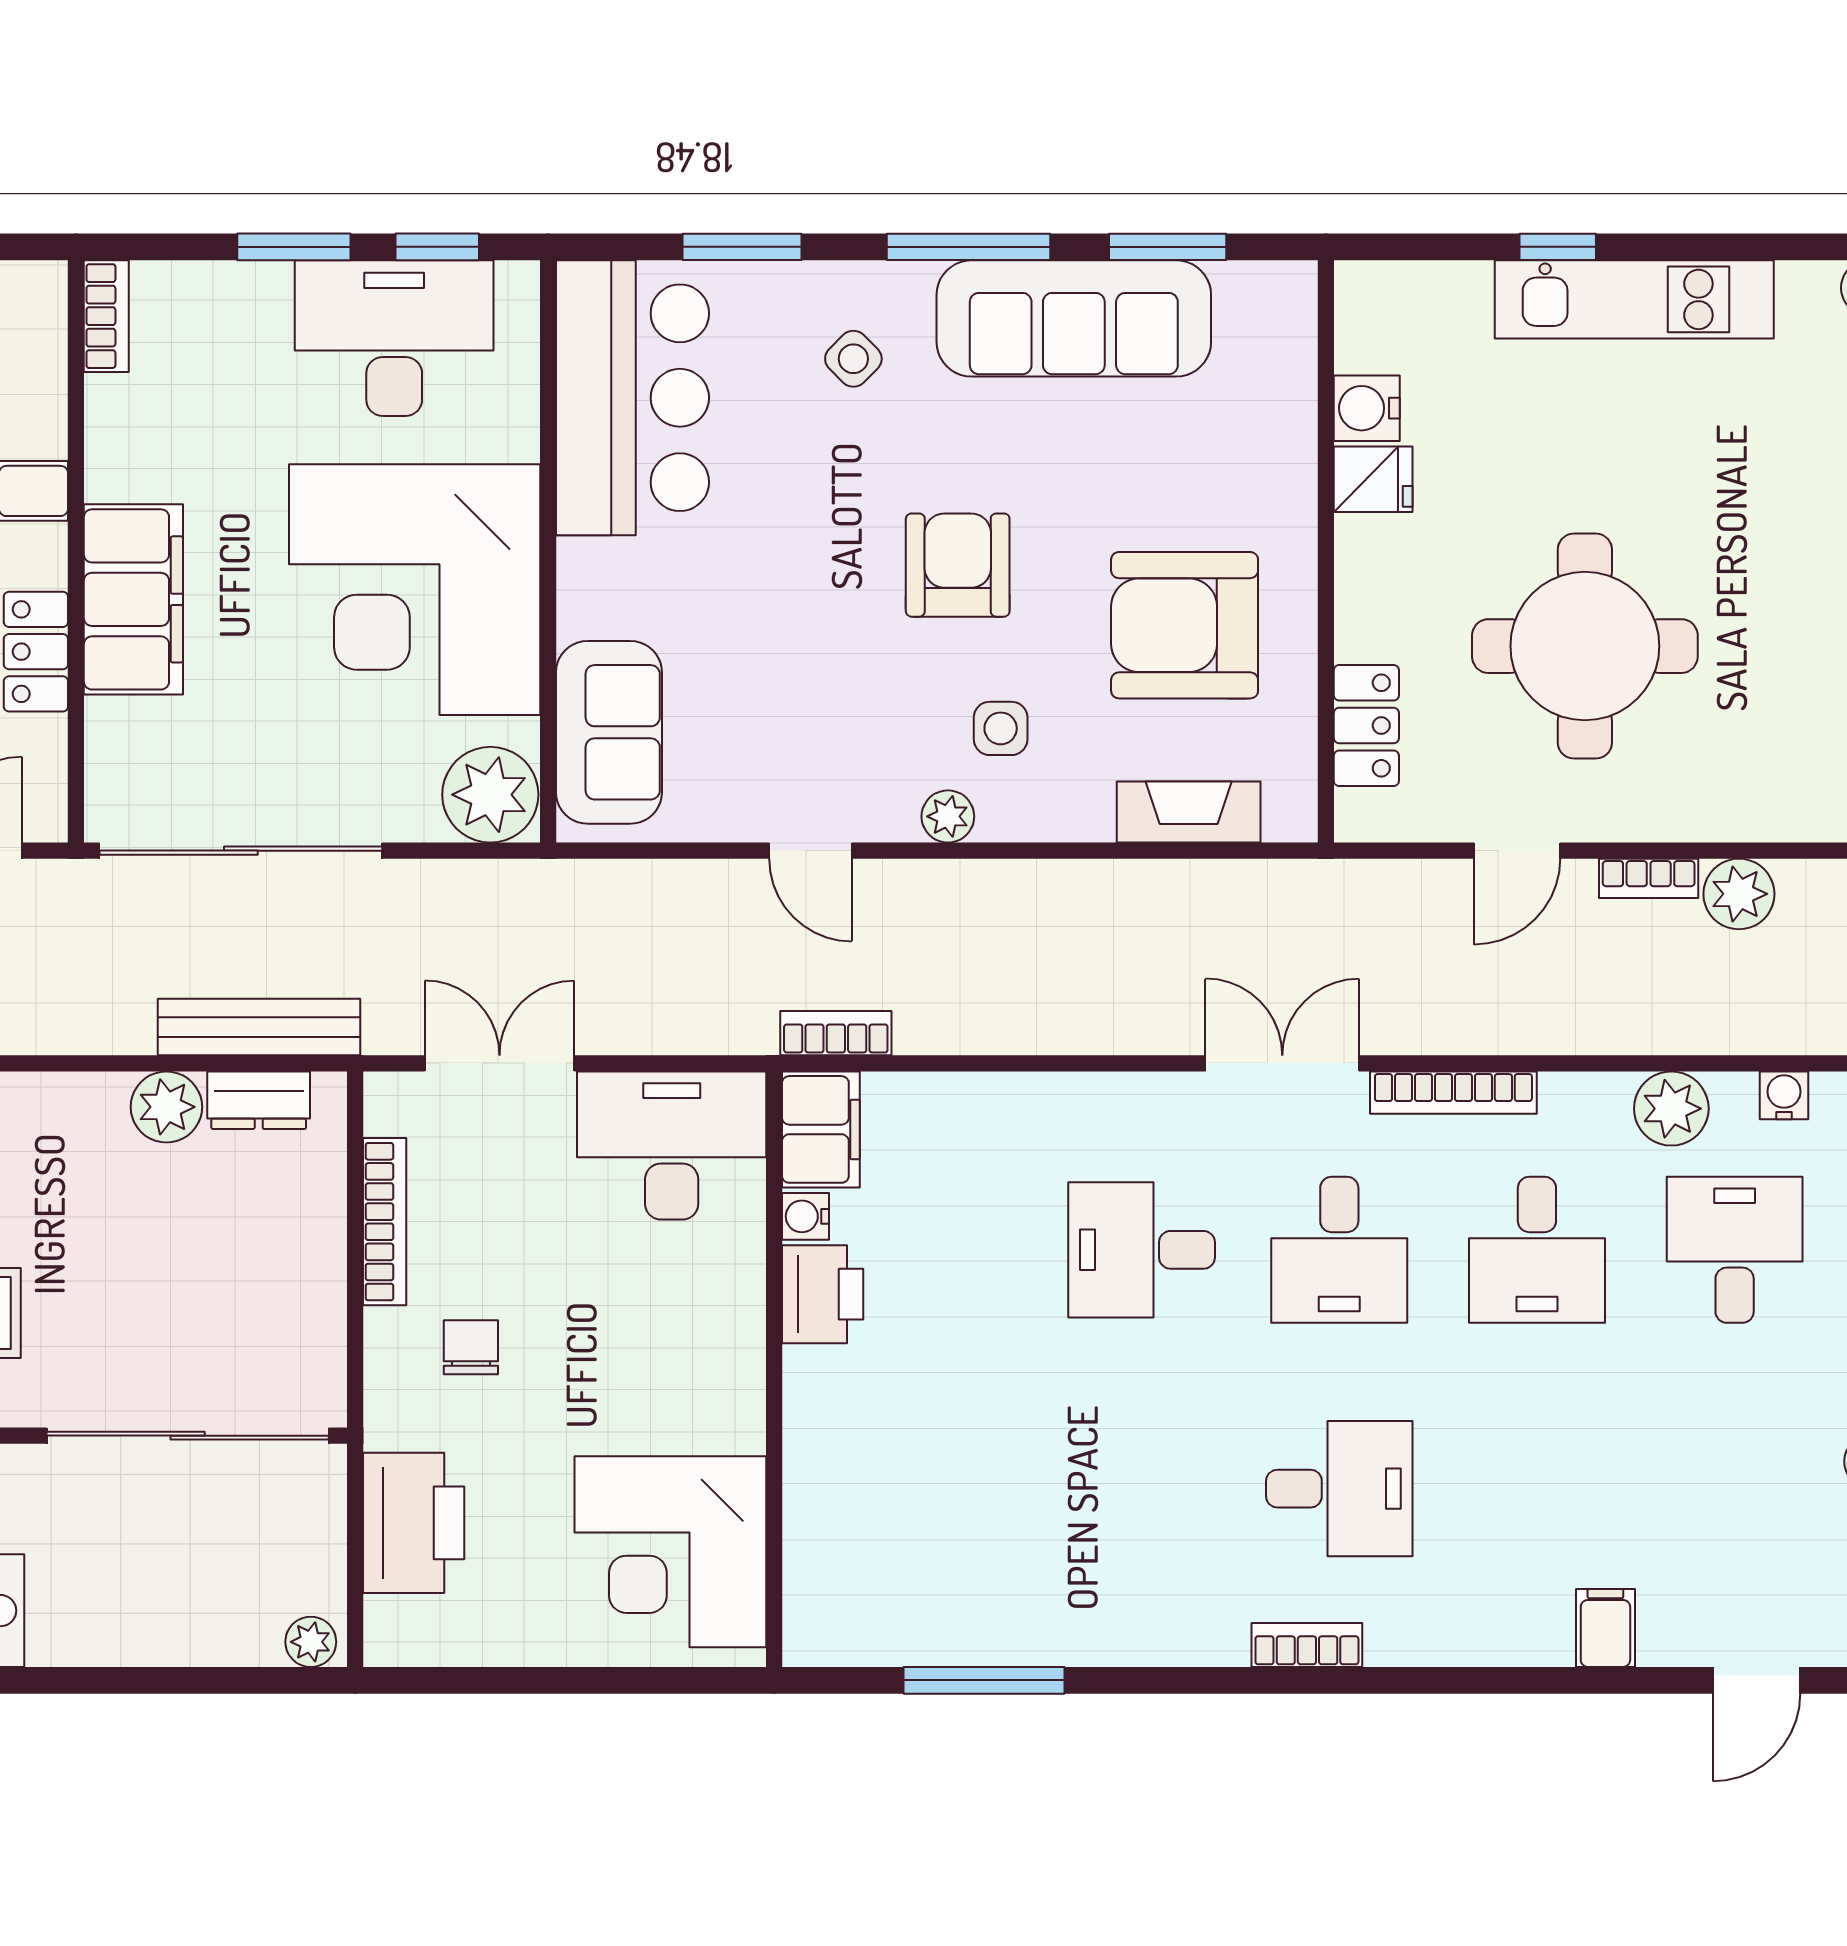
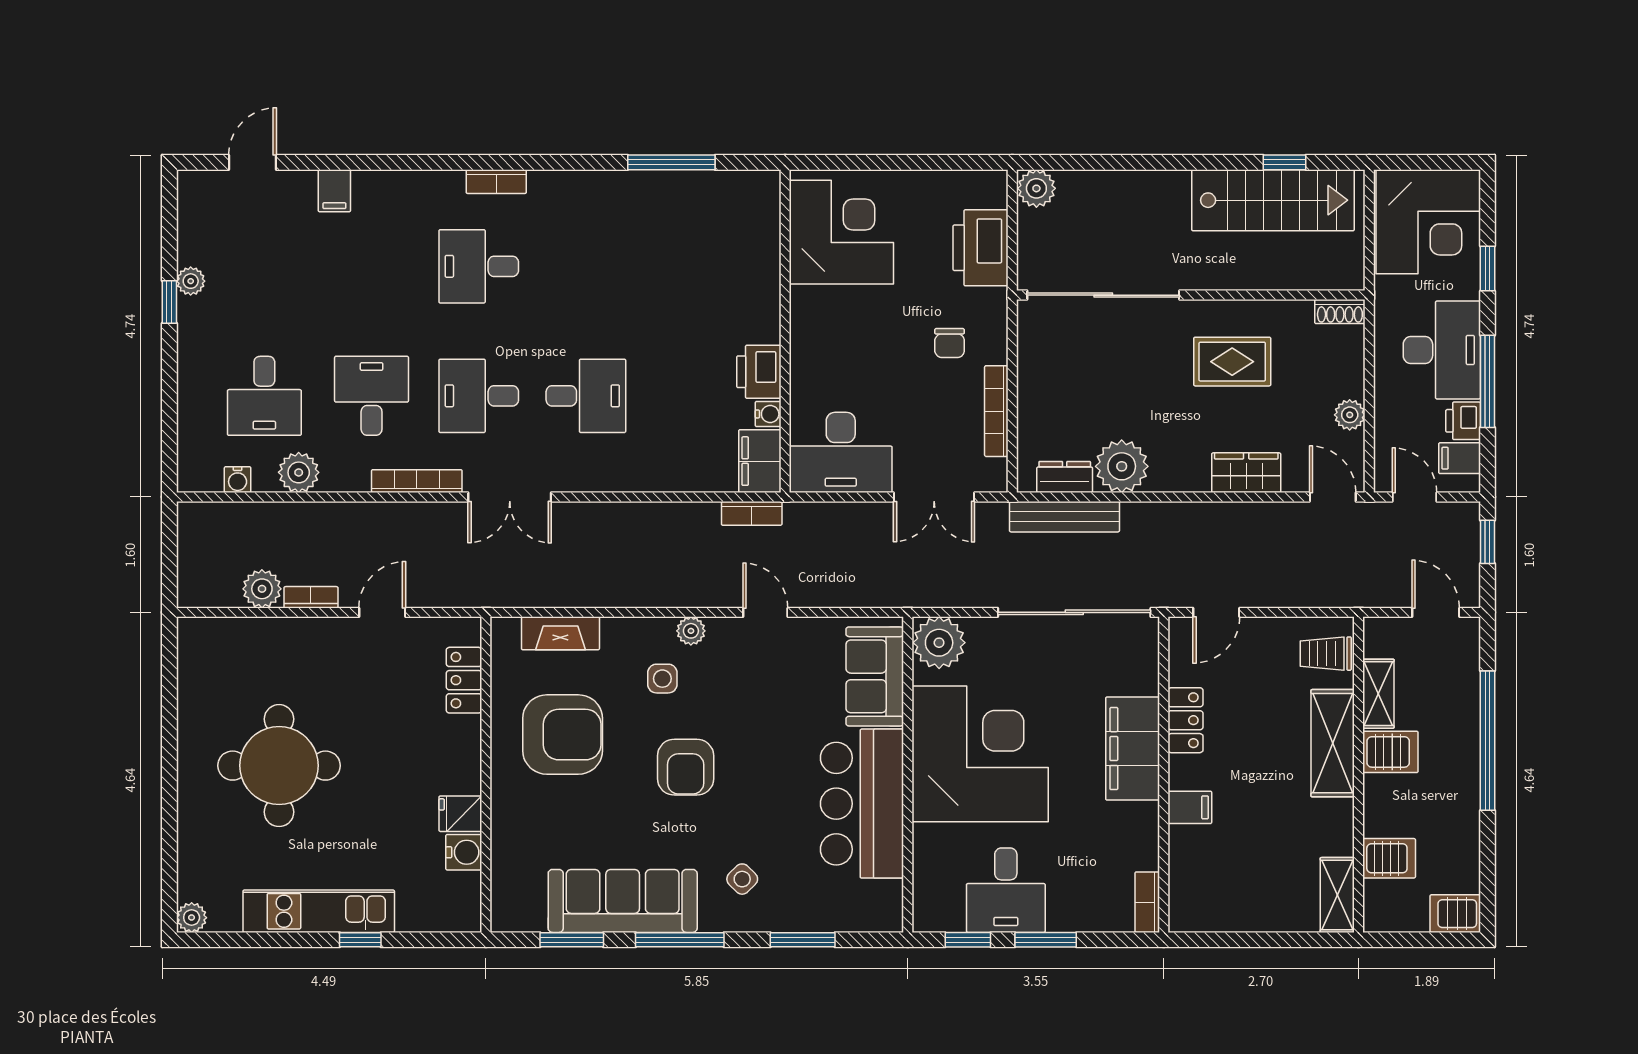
desk: (394, 338) -> (1006, 890), width x0.73
bar counter: (632, 398) -> (862, 804), moved
round table: (1585, 646) -> (279, 766), moved
plant: (166, 1107) -> (1122, 466), width x1.36, depth x1.36
desk: (1339, 1250) -> (479, 396), turned -90
plant: (311, 1642) -> (1036, 188), width x1.38, depth x1.38

